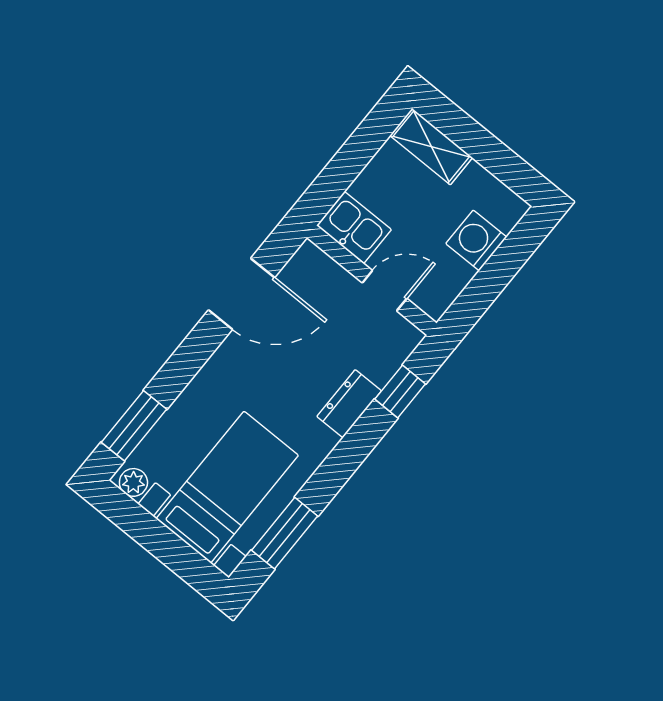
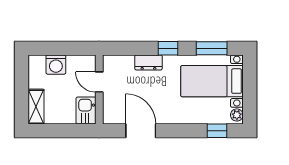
window: (400, 392) -> (168, 48), moved
window: (134, 426) -> (217, 131), width x0.67

